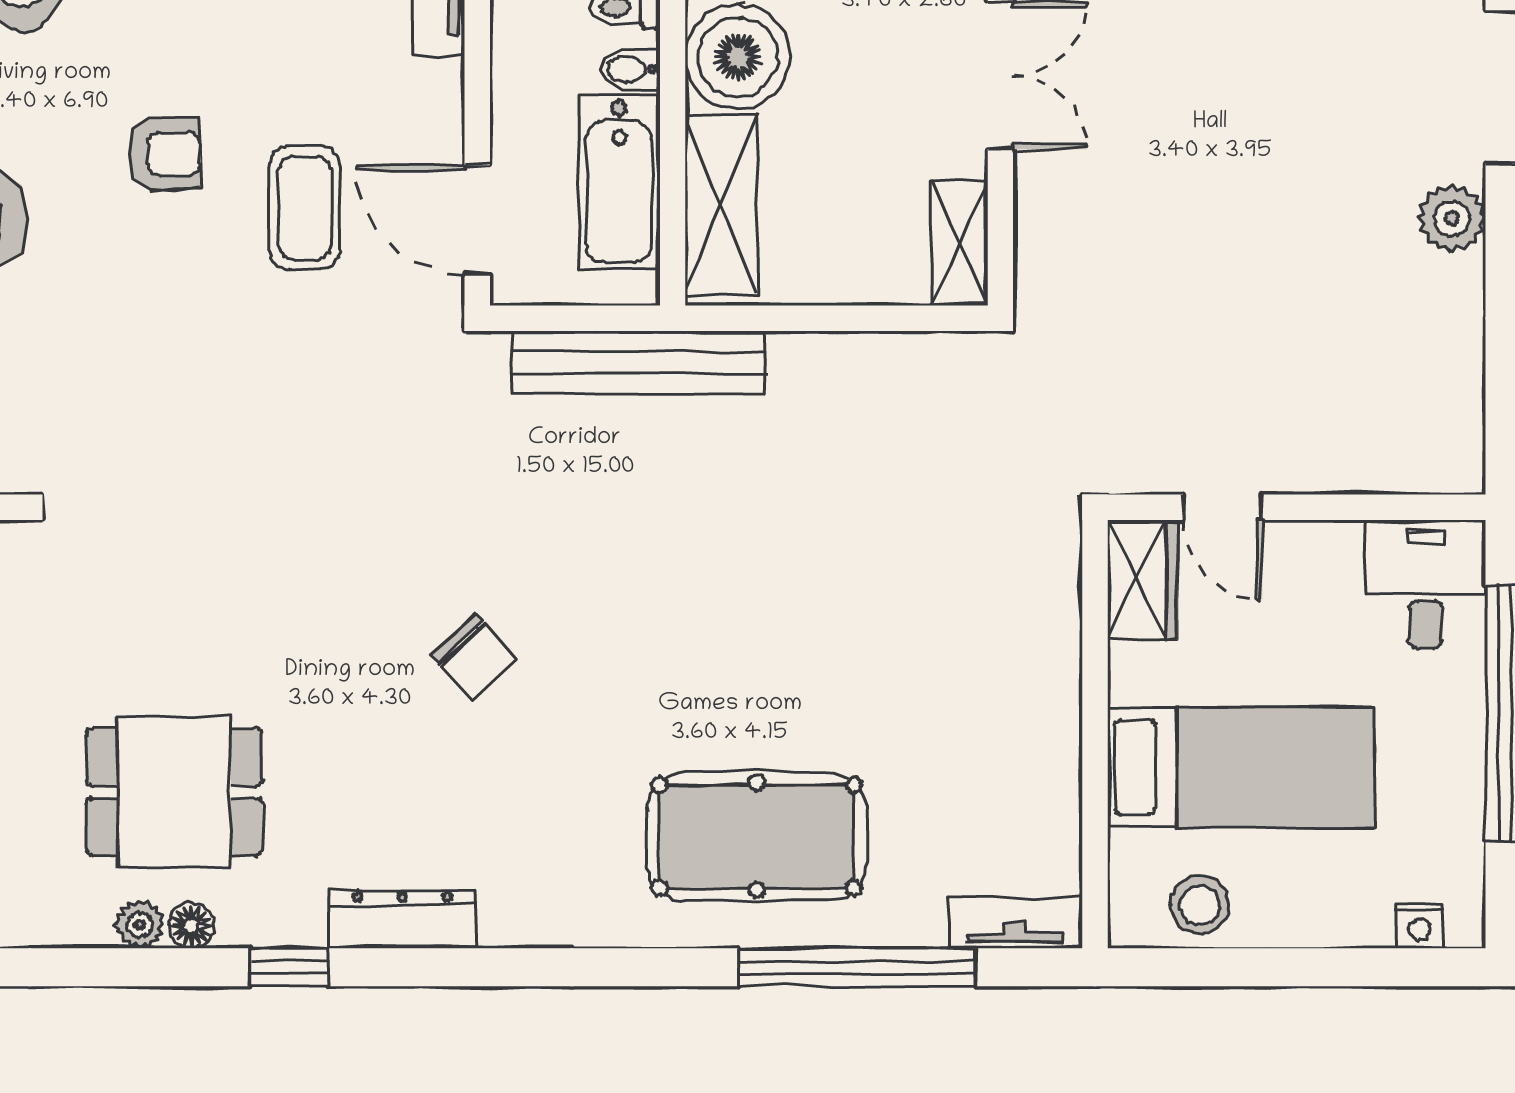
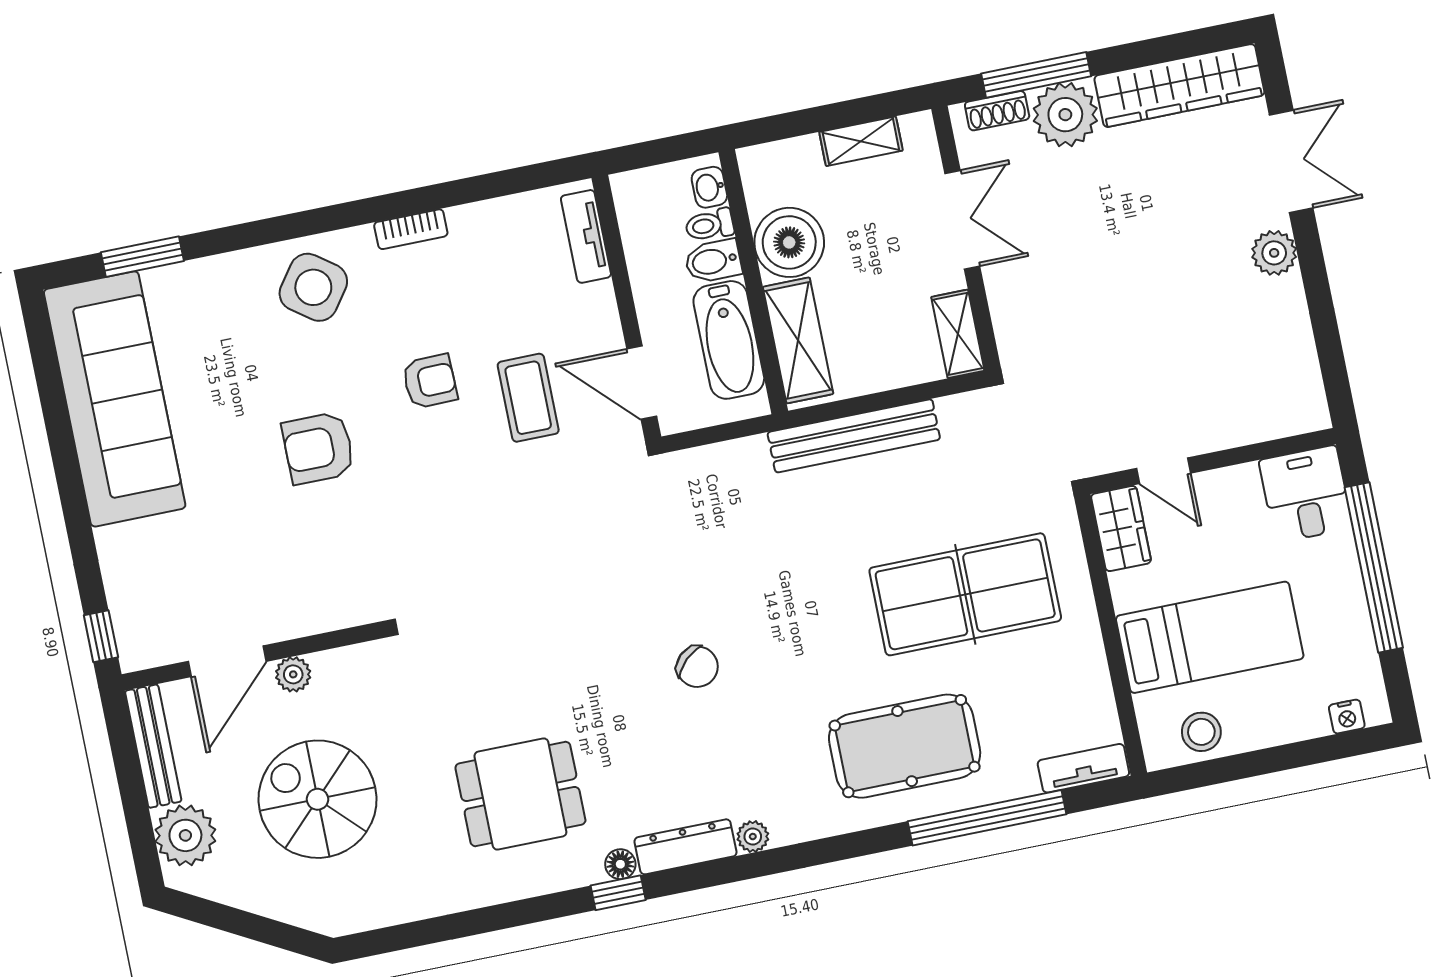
bidet: (630, 69) -> (713, 261), width x1.38, depth x1.36
bench: (638, 362) -> (854, 436), moved
table tennis table: (892, 630) -> (965, 594), added
plant: (140, 925) -> (753, 837), moved
floor lamp: (191, 926) -> (620, 864), moved

